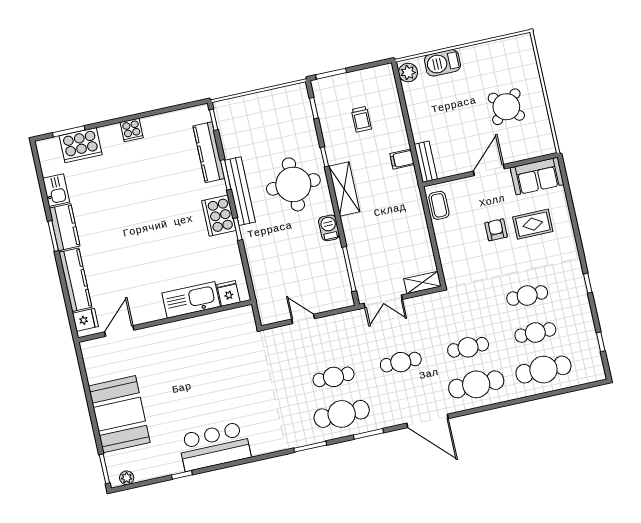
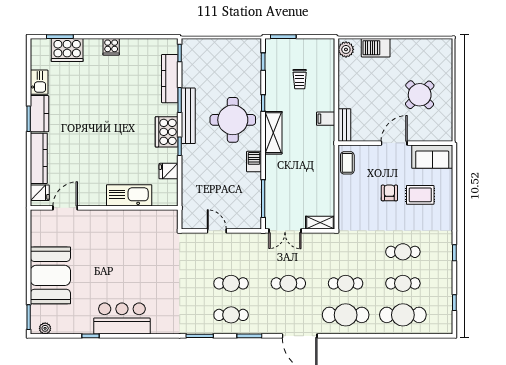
fridge: (228, 293) -> (169, 171), moved, turned -90
cafe table: (342, 414) -> (231, 315), width x0.73, depth x0.74

